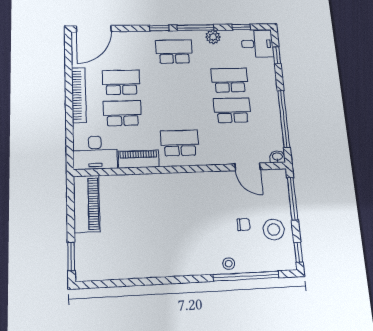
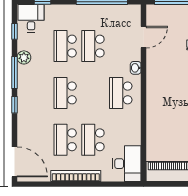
school desk: (174, 52) -> (65, 93), moved
washbasin: (277, 157) -> (136, 68), moved
piano: (139, 159) -> (134, 128), removed

